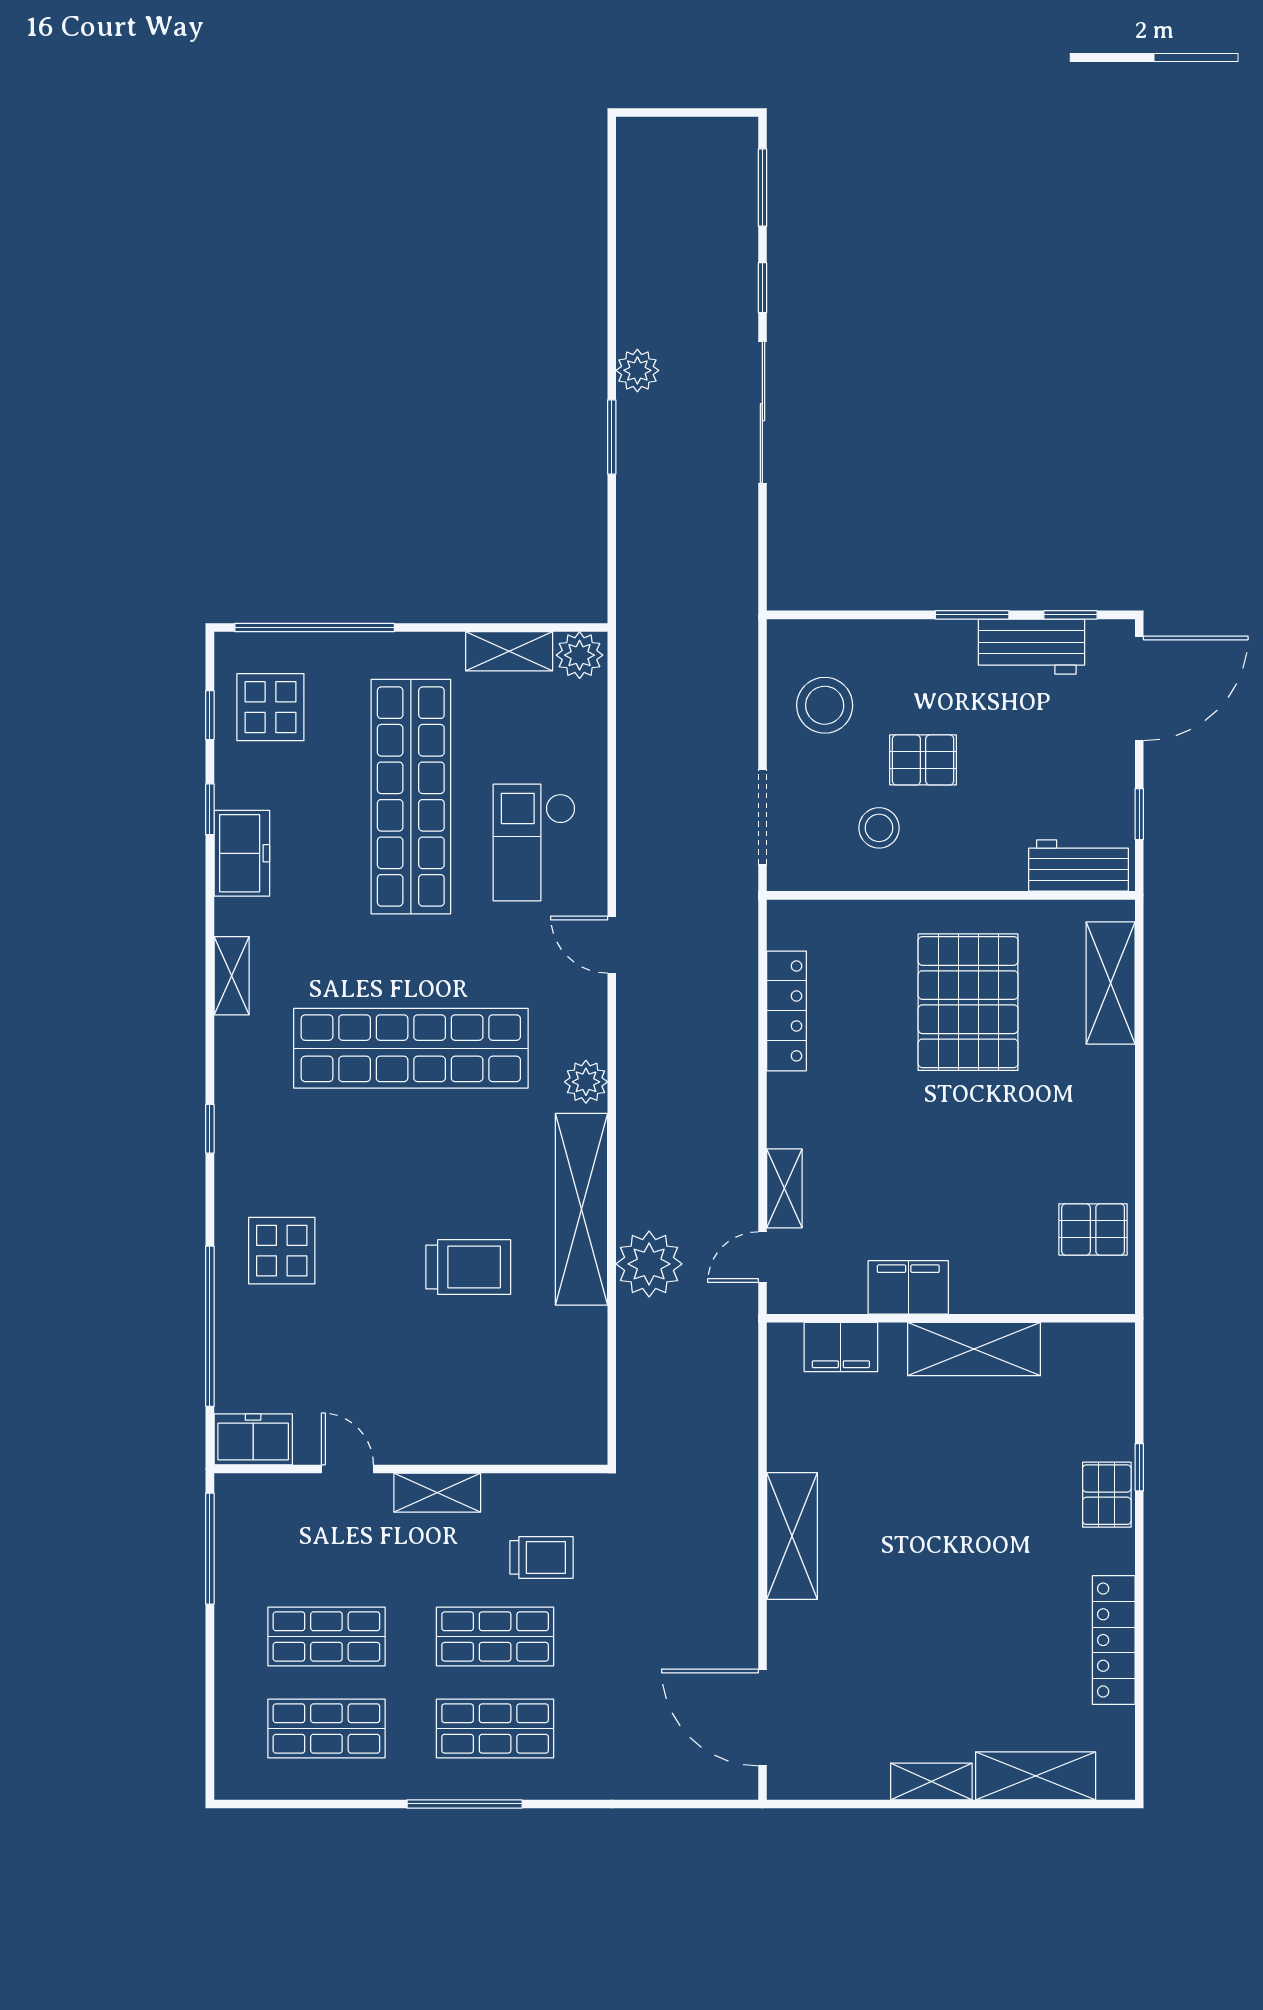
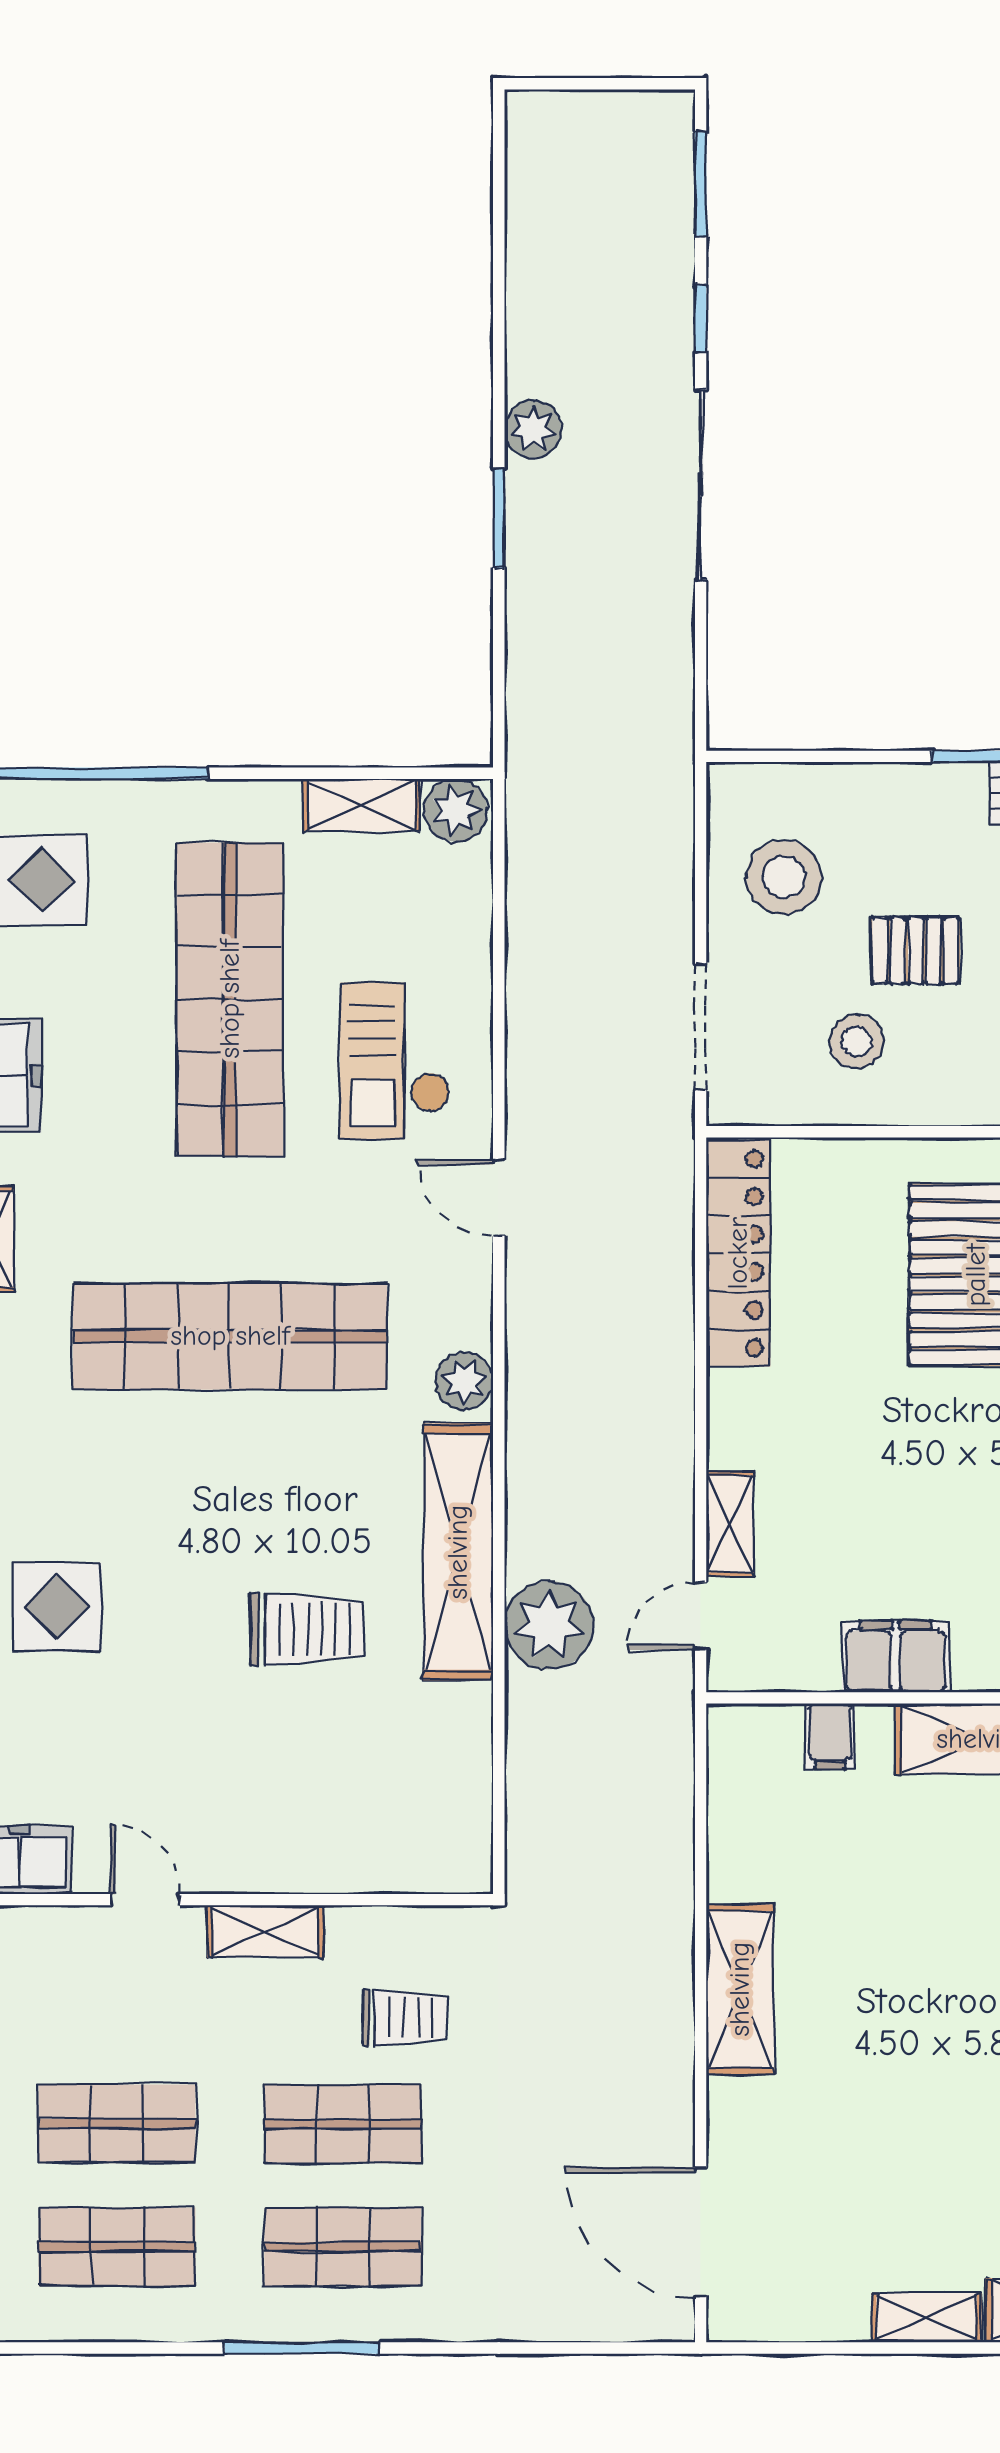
locker: (787, 1011) -> (738, 1253), width x1.41, depth x1.21
filing cabinet: (841, 1347) -> (830, 1736), width x0.50

